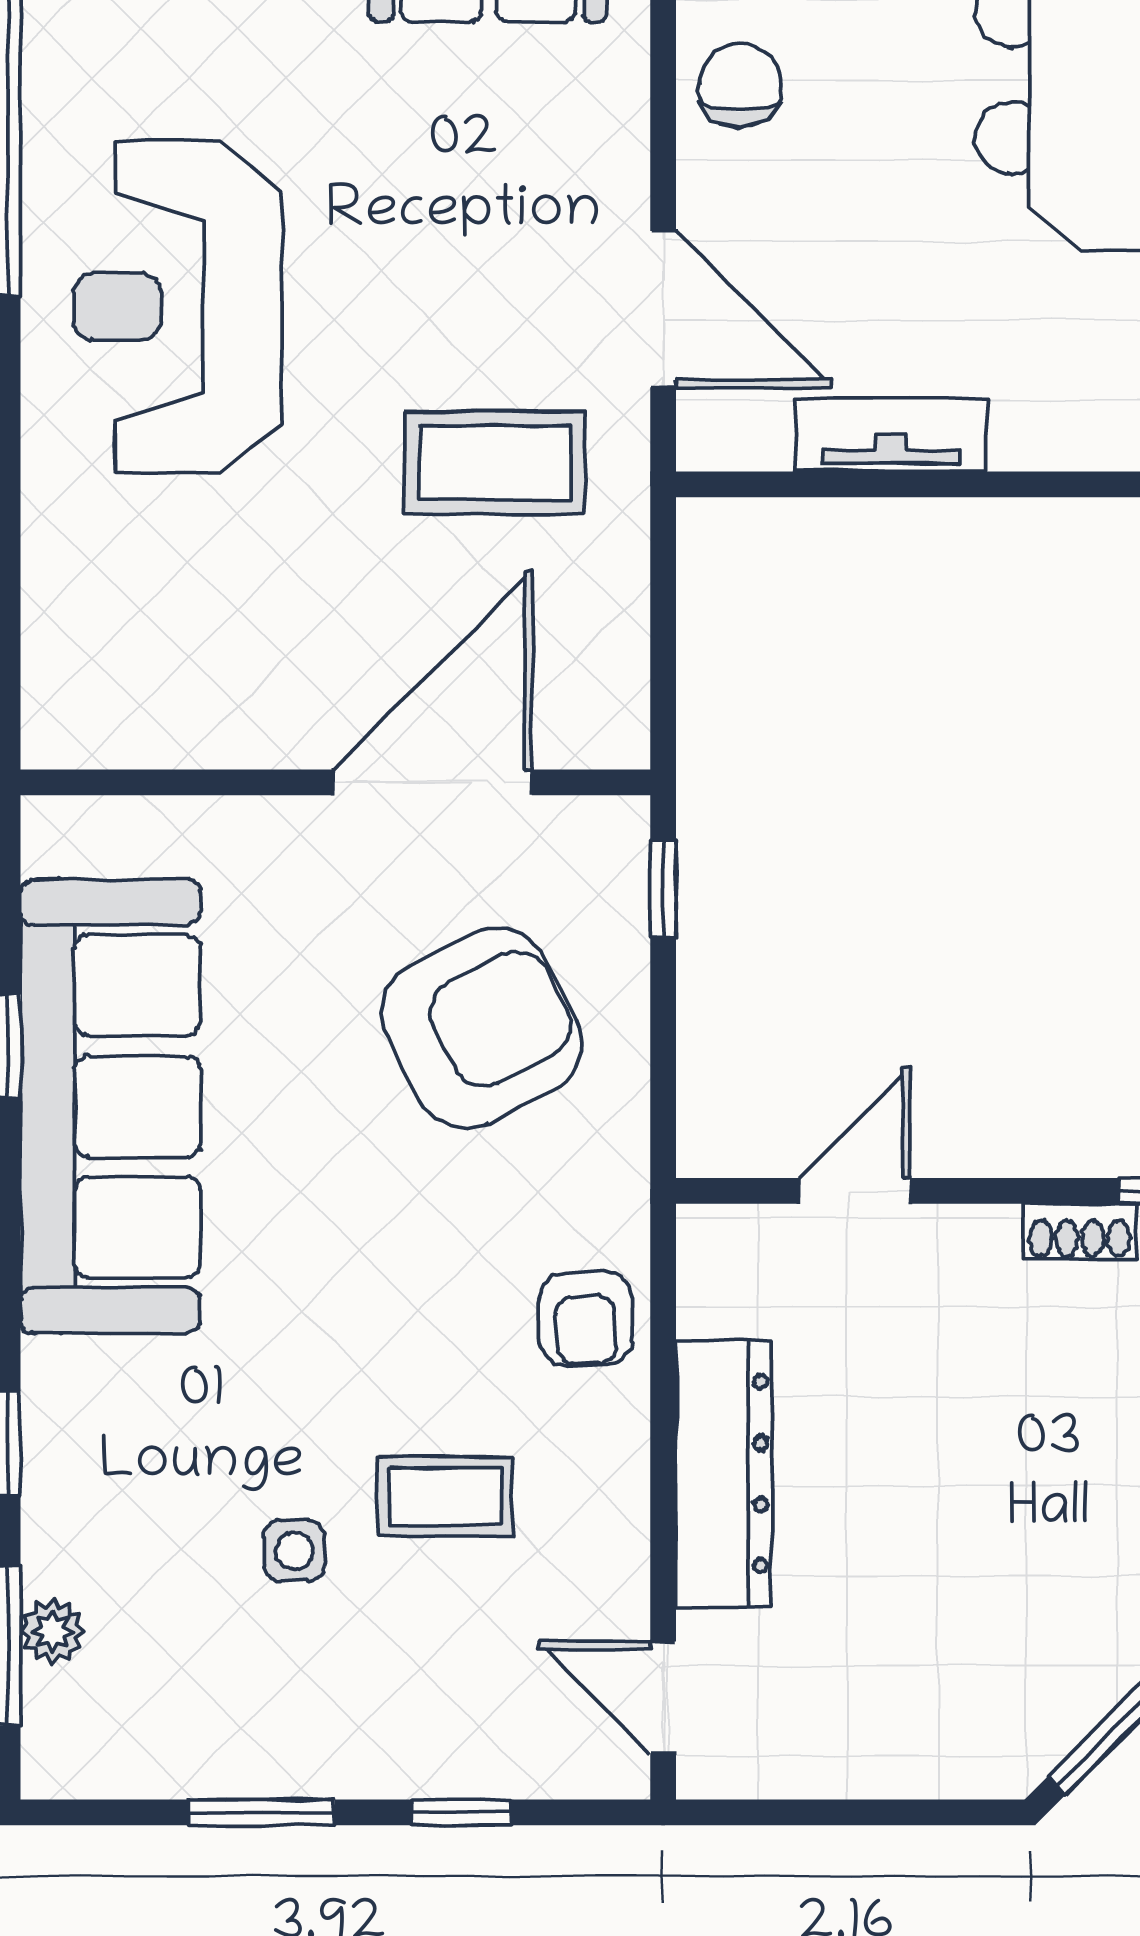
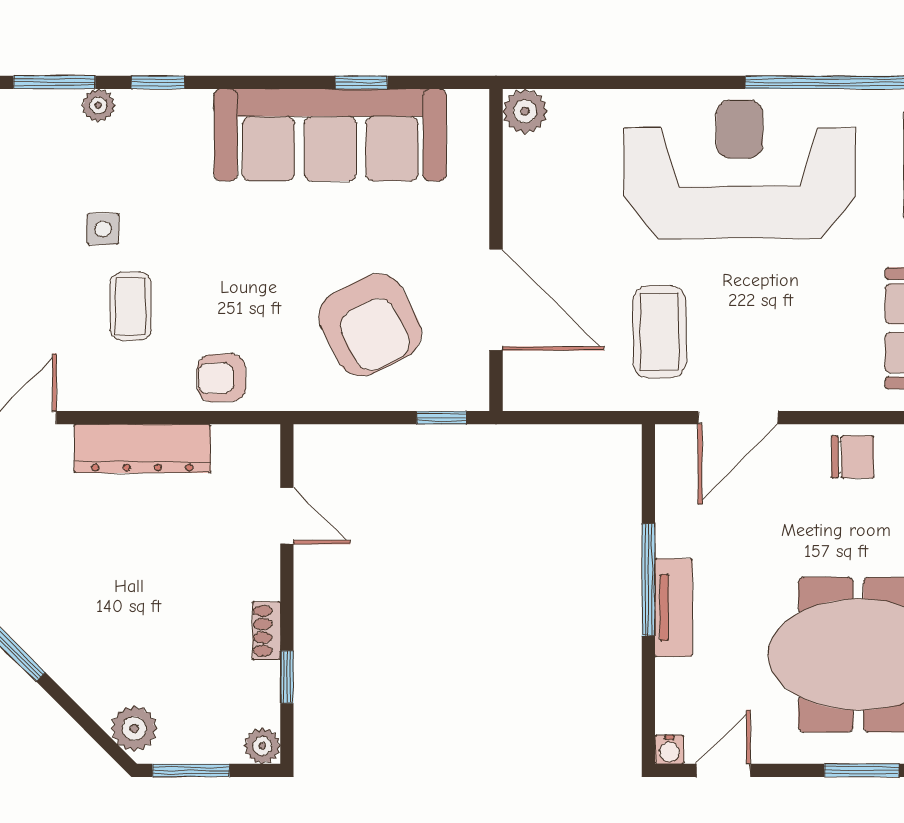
reception desk: (178, 307) -> (739, 169), width x1.36, depth x1.30
tv unit: (891, 435) -> (674, 608), moved
window: (980, 484) -> (648, 580), added
plant: (64, 726) -> (525, 111), added
plant: (53, 1631) -> (98, 105), moved

